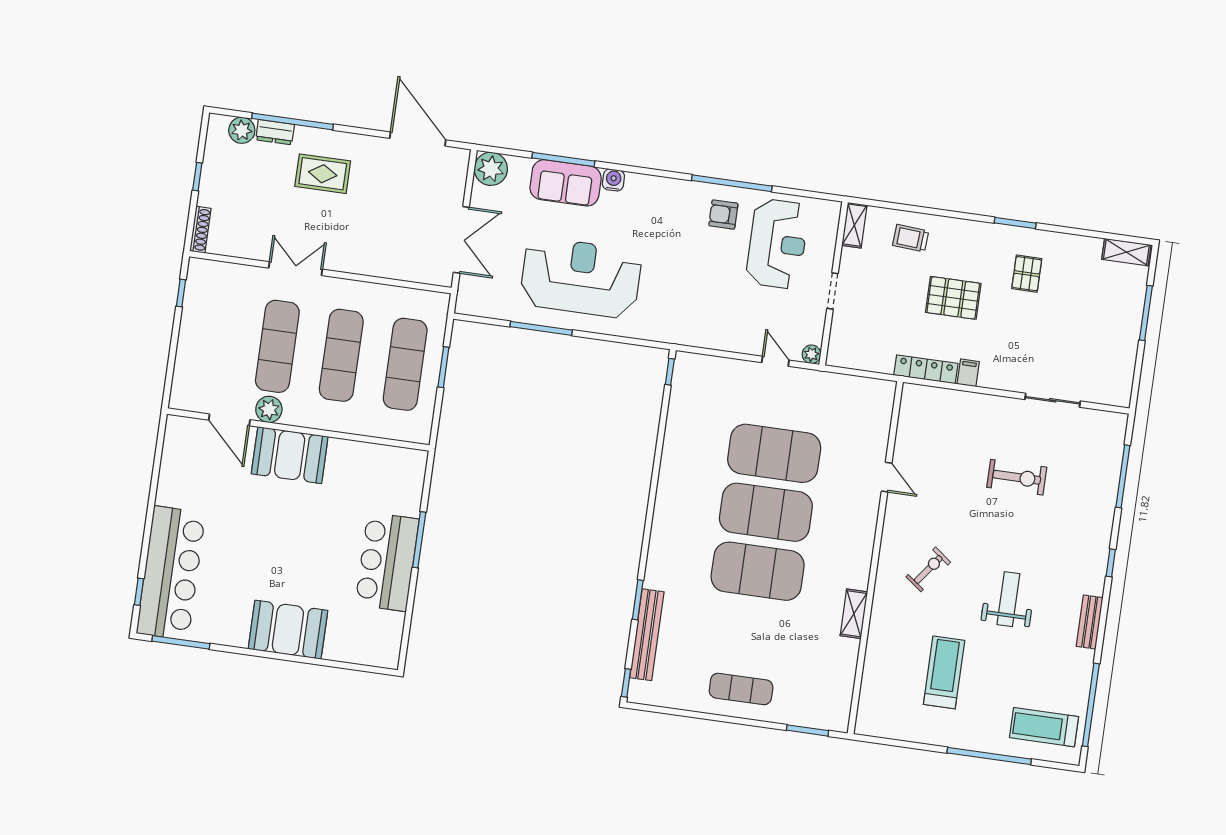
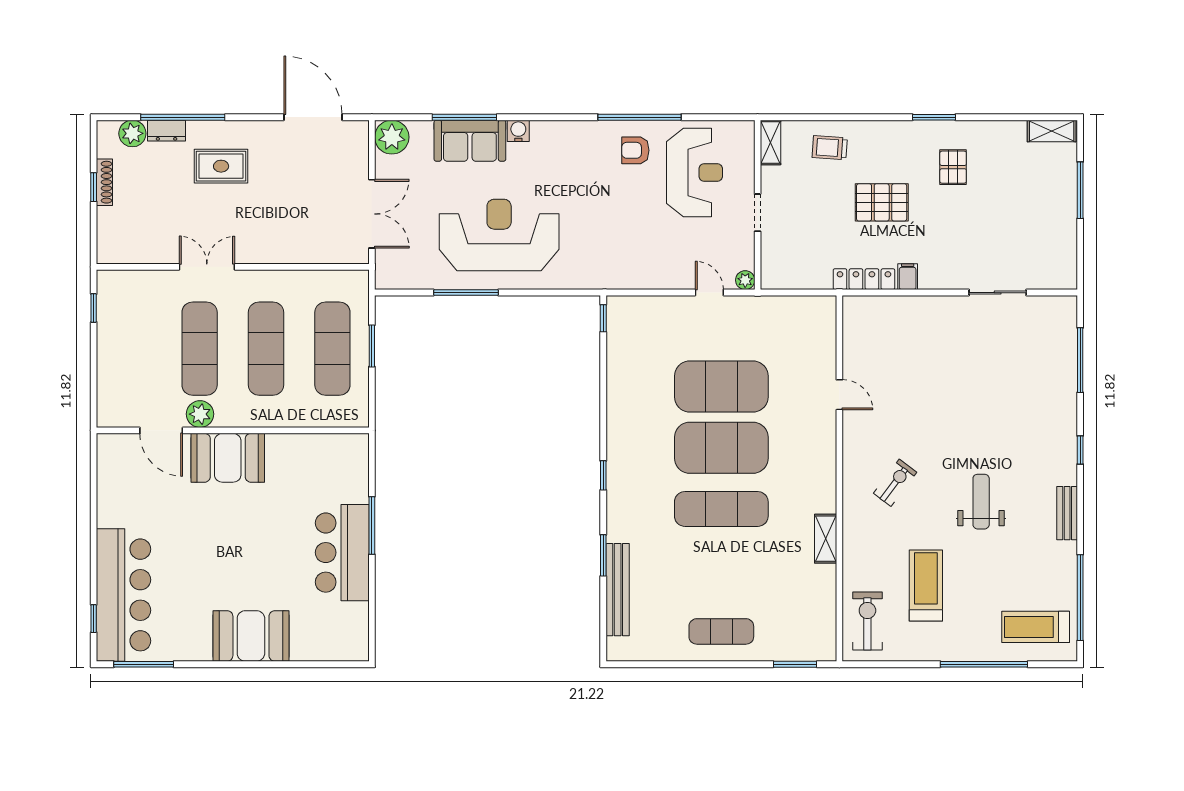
shoe rack: (200, 230) -> (104, 182), moved
exercise bike: (1017, 477) -> (867, 621), moved, turned -90
exercise mat: (758, 571) -> (721, 509), width x0.68
window: (626, 683) -> (603, 475), moved

